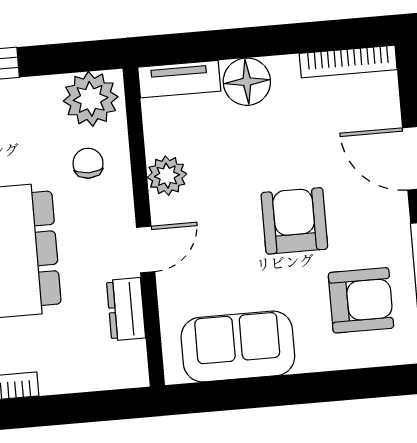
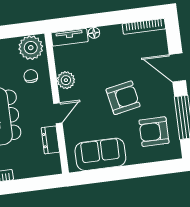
floor lamp: (247, 82) -> (94, 33), width x0.53, depth x0.53
armchair: (294, 221) -> (123, 98), turned 79
armchair: (361, 300) -> (154, 132), turned 180

